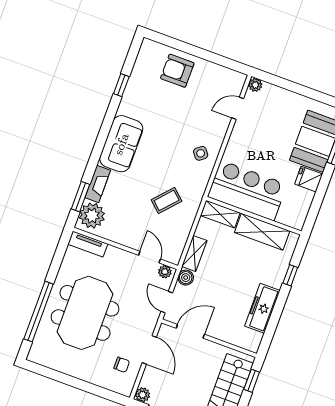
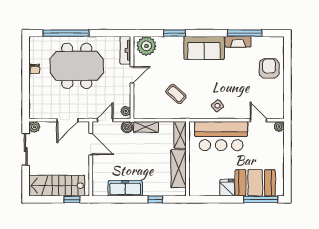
window: (121, 85) -> (245, 33), width x2.17
fireplace: (98, 184) -> (238, 42), moved
bar counter: (247, 191) -> (221, 136), moved, turned 90
window: (81, 197) -> (174, 33), moved
door: (150, 257) -> (132, 75), moved
chair: (122, 365) -> (35, 69), moved

